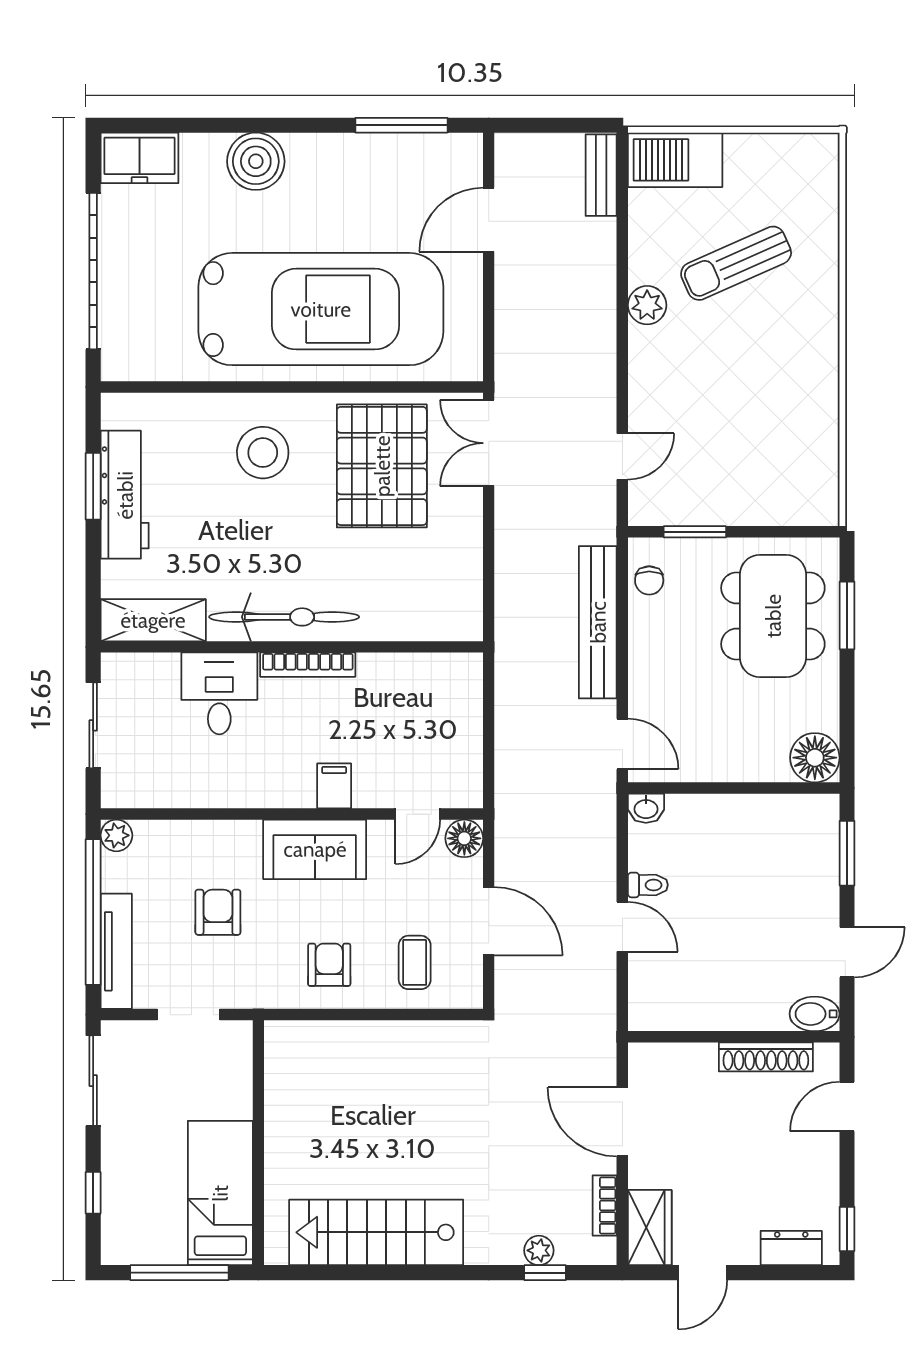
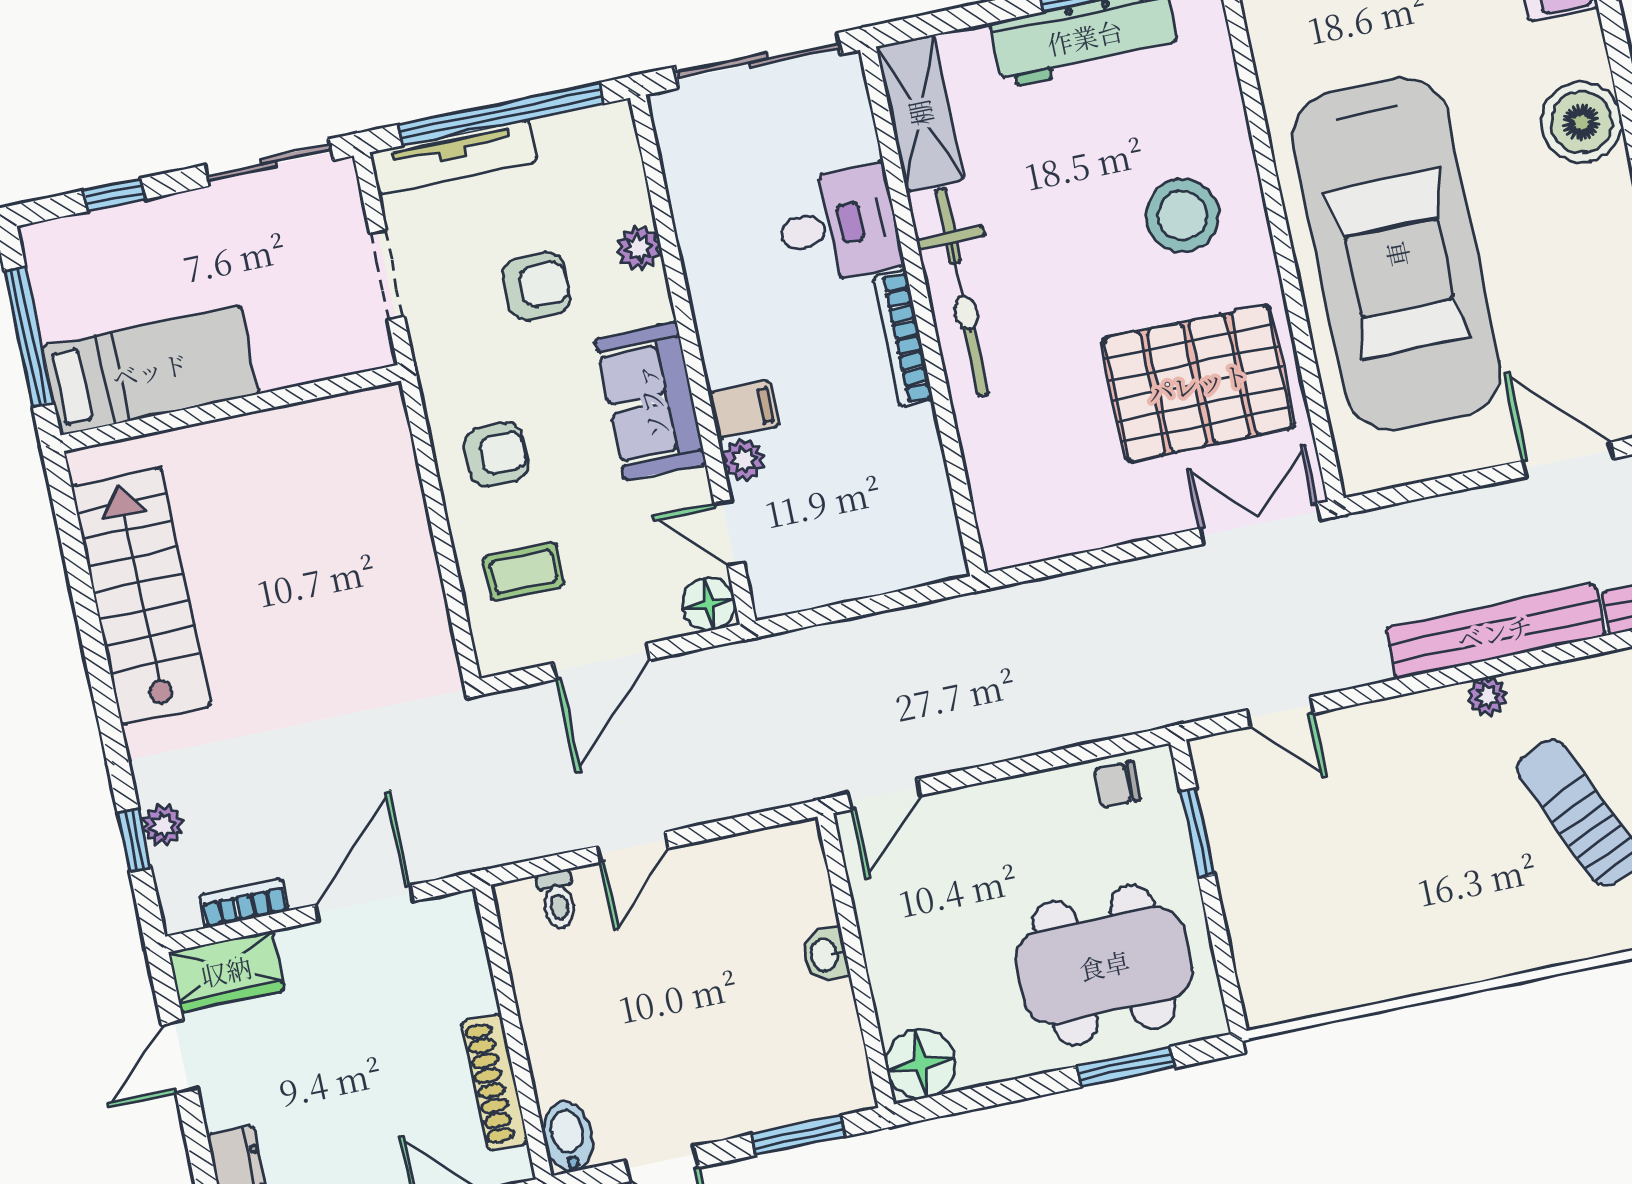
plant: (647, 305) -> (1487, 697), width x0.73, depth x0.73
bench: (598, 622) -> (1495, 632), moved
sliding door: (93, 725) -> (758, 60), width x1.37
plant: (369, 793) -> (744, 460), added
washbasin: (646, 808) -> (826, 955), moved
plant: (116, 835) -> (639, 248), moved
toilet: (648, 885) -> (558, 900), moved
door: (703, 1273) -> (180, 1057), hinge flipped

